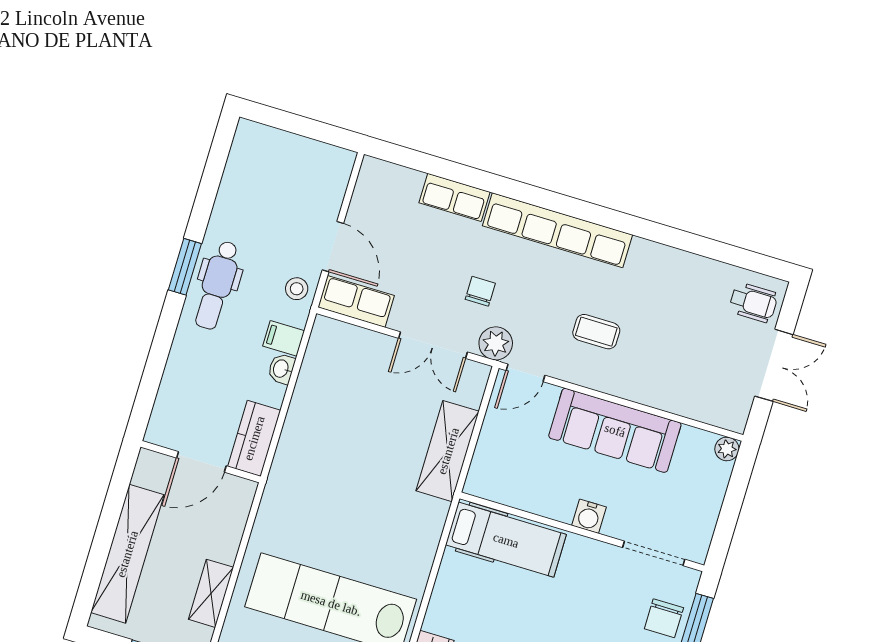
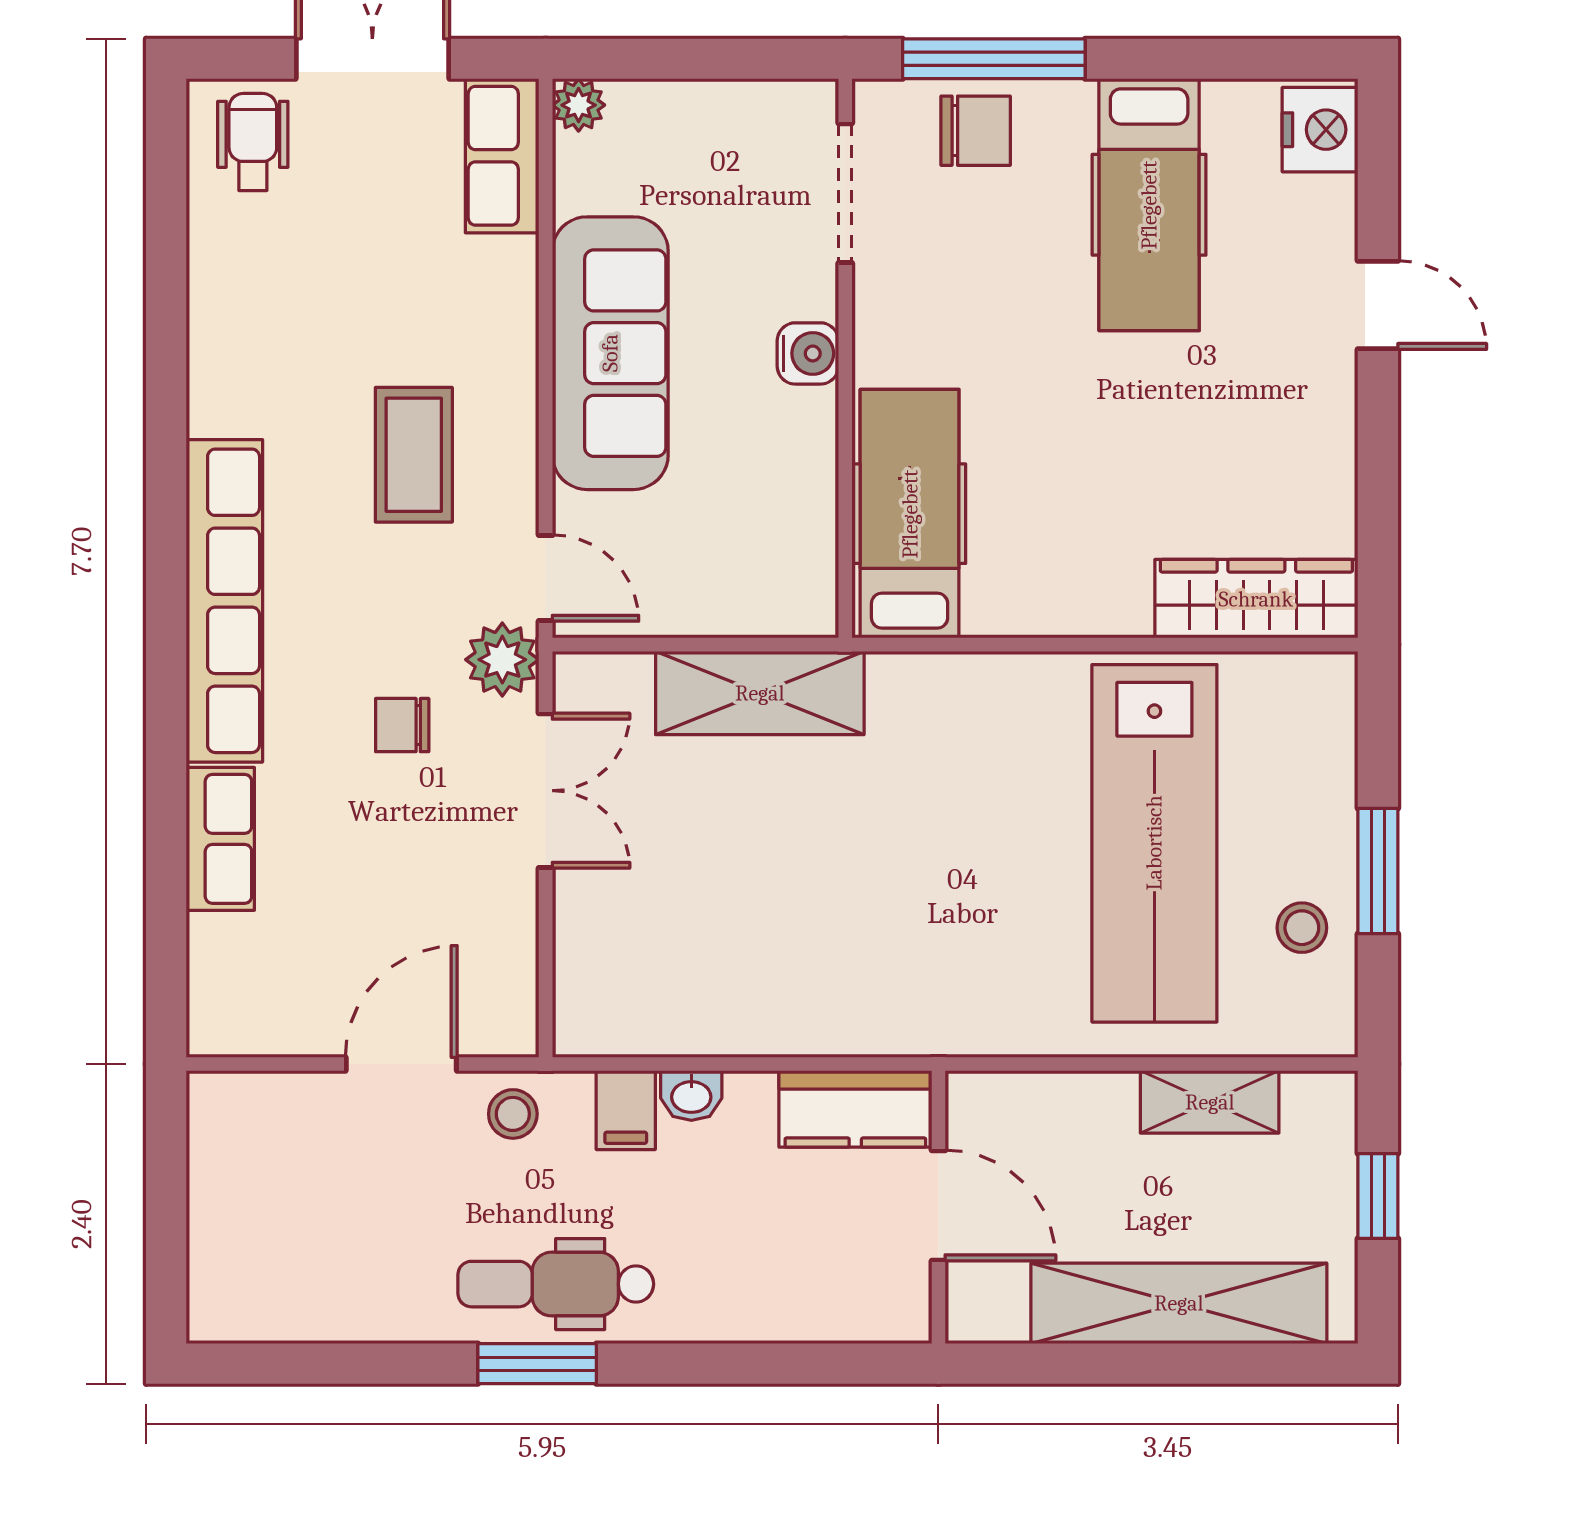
dental chair: (217, 285) -> (556, 1284), turned 180
row of seats: (356, 301) -> (502, 156), moved
coffee table: (596, 332) -> (414, 455), width x1.36, depth x1.30

